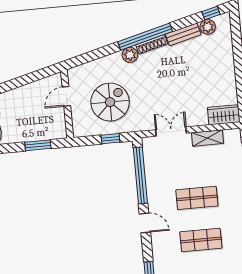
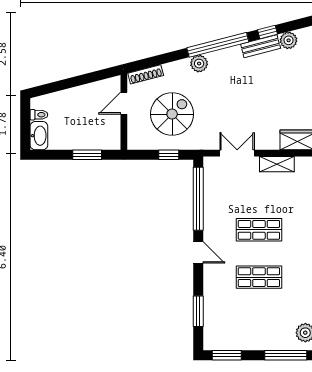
window: (211, 13) -> (268, 32), moved
shoe rack: (152, 44) -> (146, 74), moved

